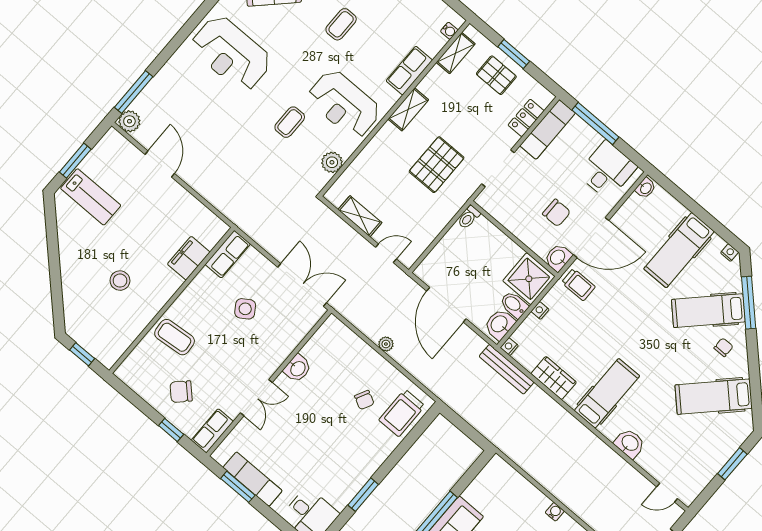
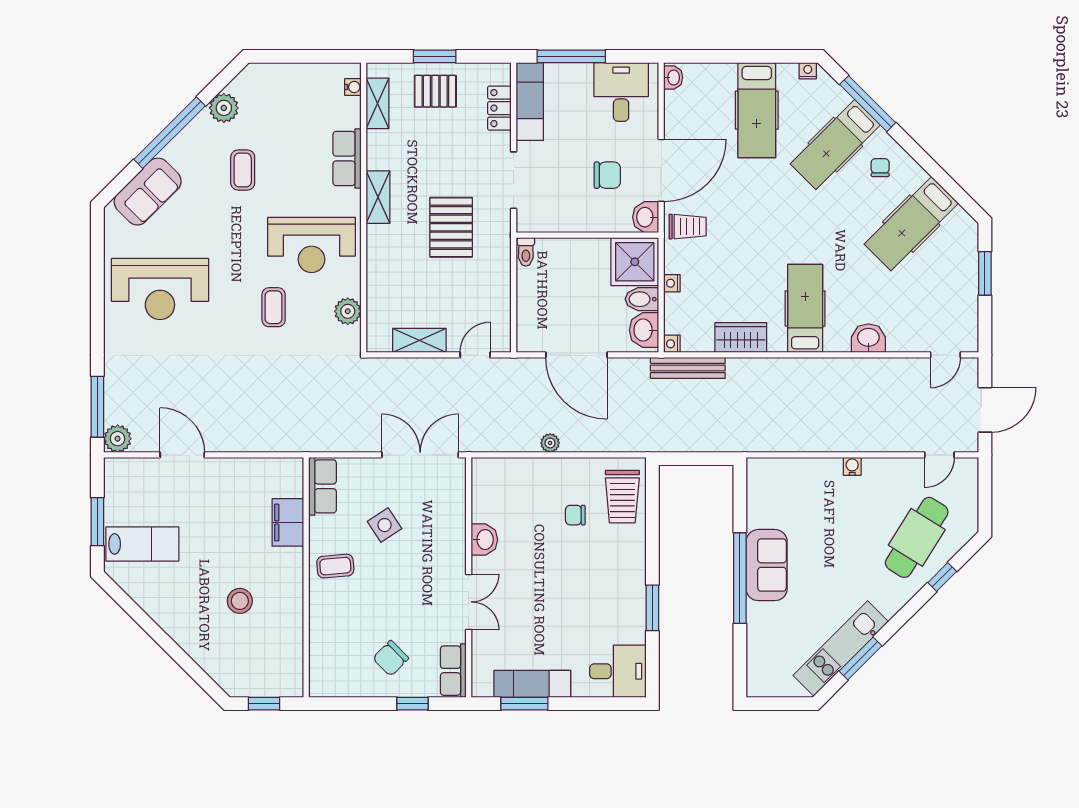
coffee table: (175, 337) -> (335, 566), moved, width x0.73, depth x0.77
chair: (364, 400) -> (575, 515), turned 153

